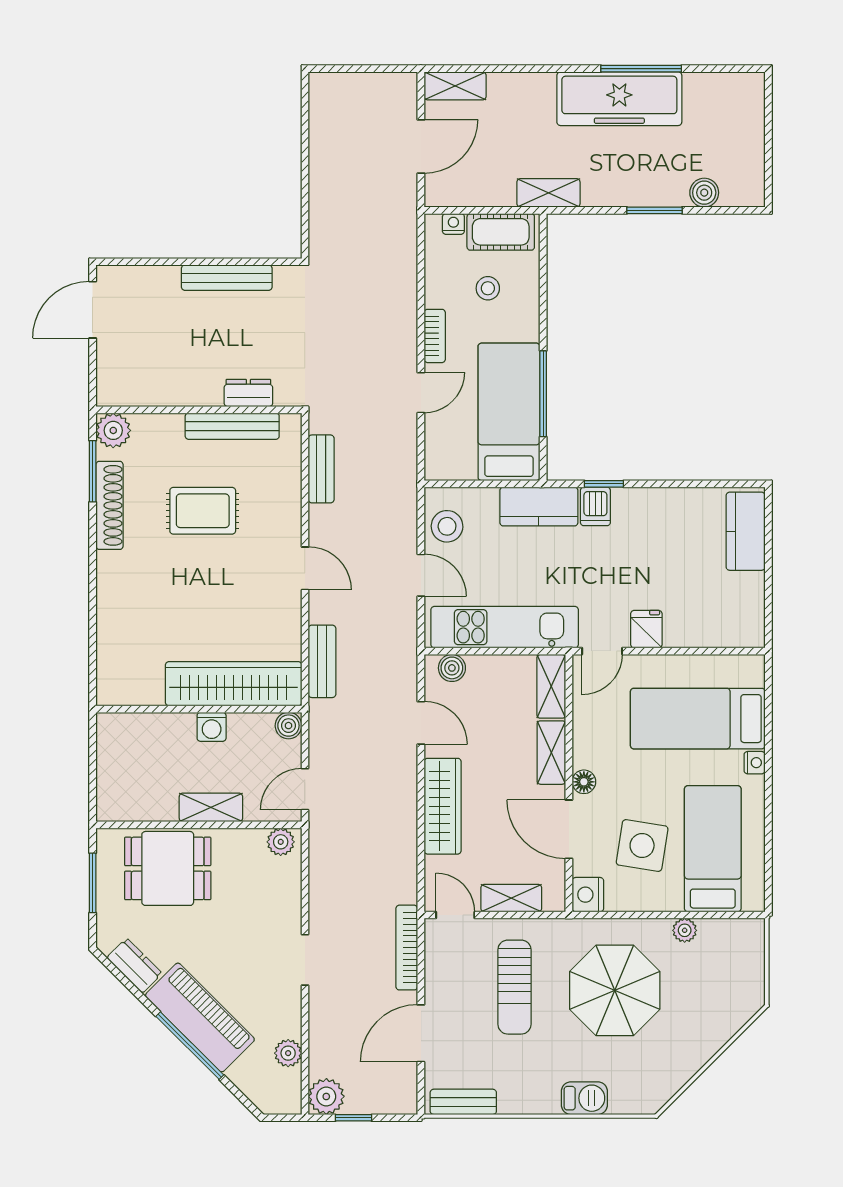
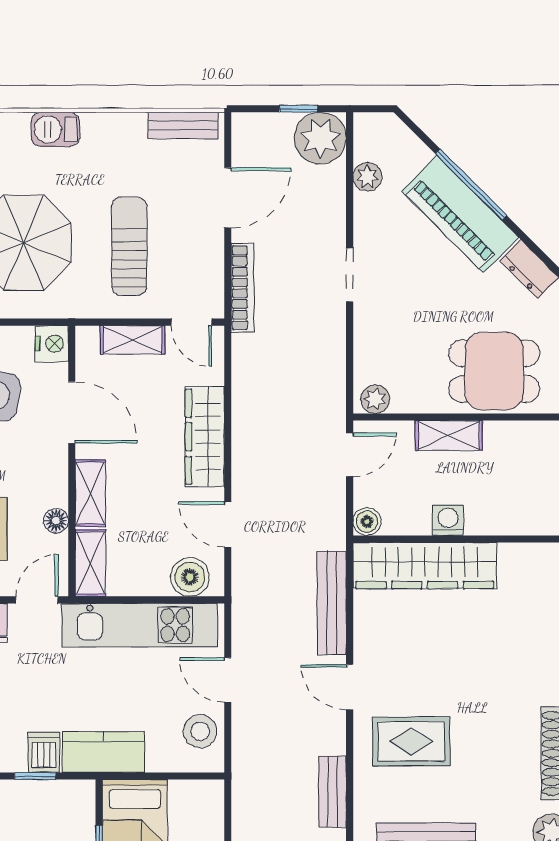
rug: (203, 511) -> (411, 741), moved
bench: (322, 661) -> (332, 603), width x1.36
boiler: (452, 668) -> (190, 577), width x1.36, depth x1.36
floor lamp: (584, 782) -> (56, 521), moved
plant: (326, 1096) -> (320, 138), width x1.36, depth x1.36

